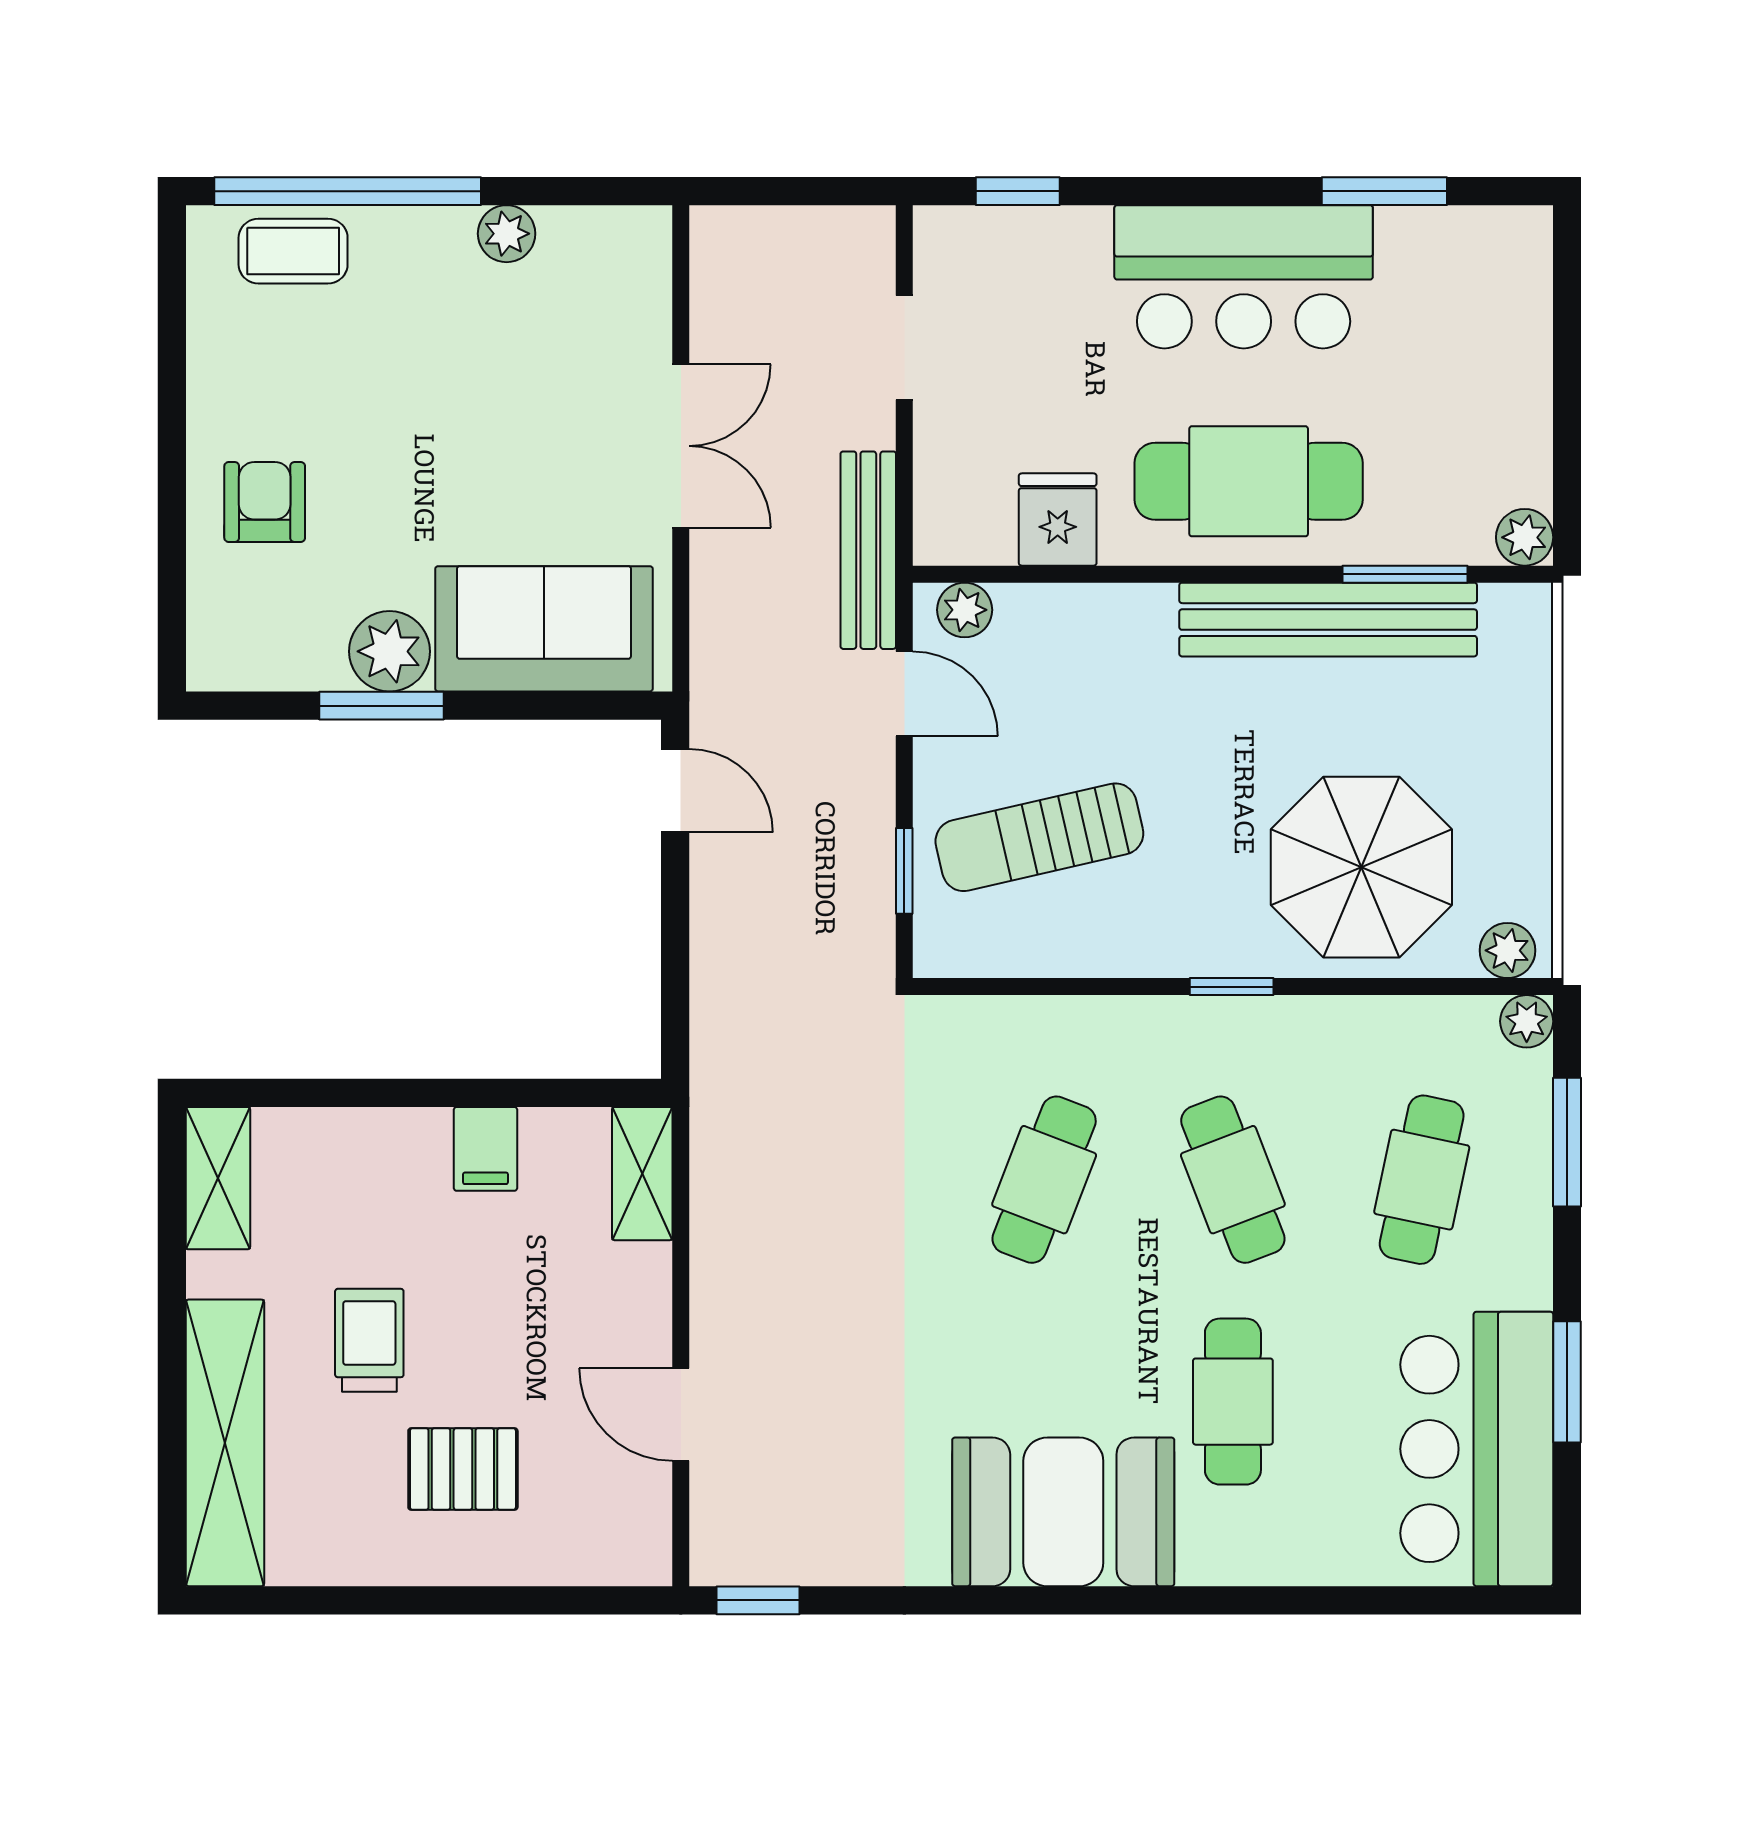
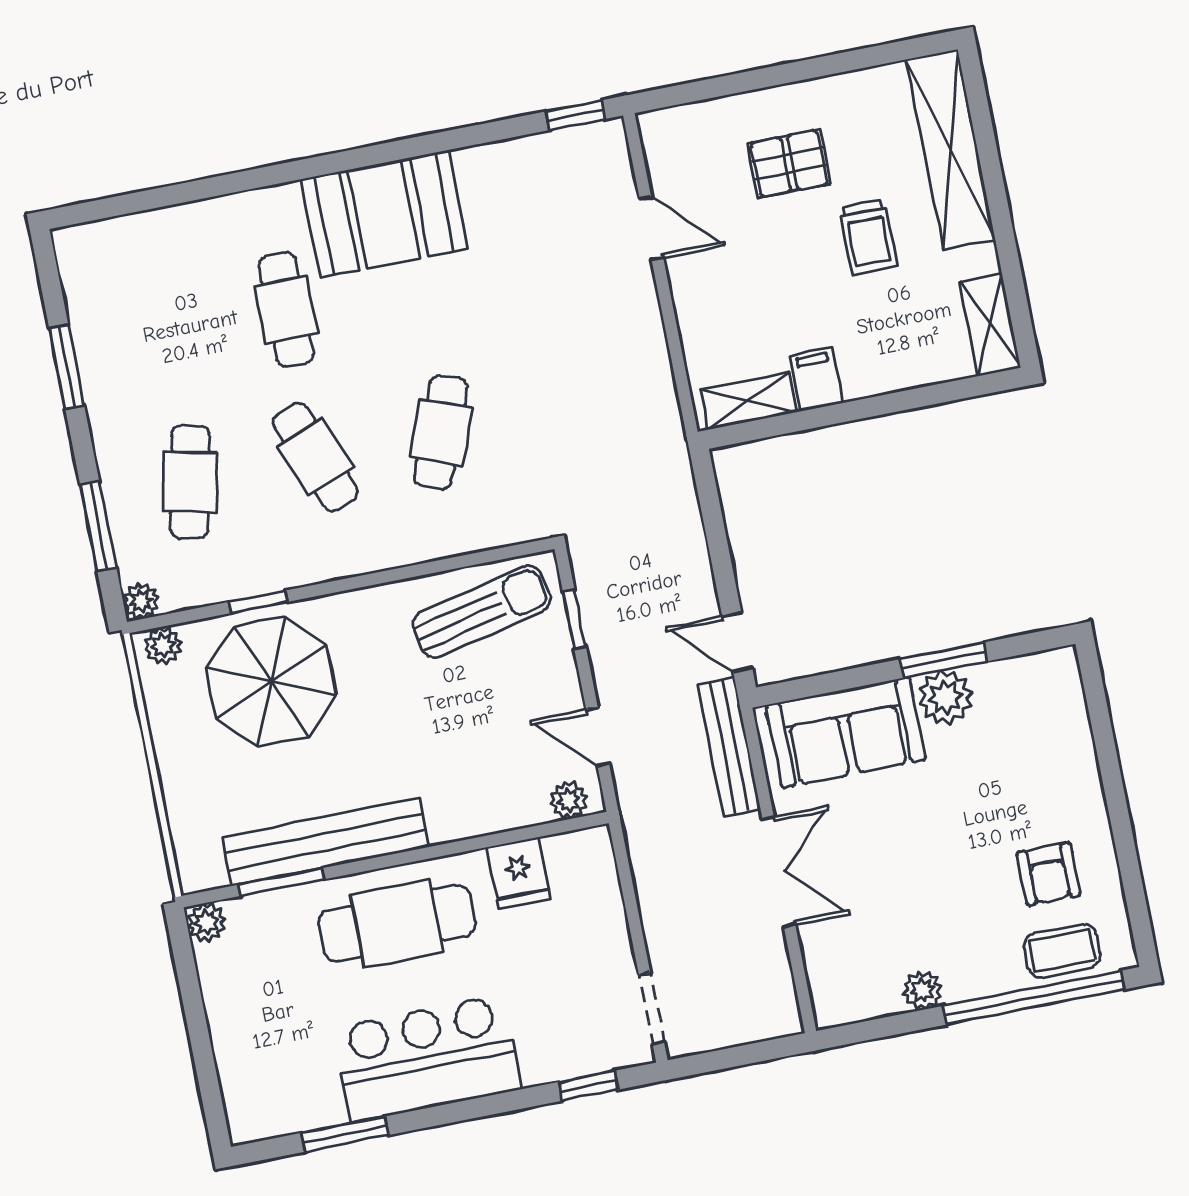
doorway: (904, 348) -> (651, 1009), moved
double door: (681, 446) -> (779, 872), swing flipped
armchair: (265, 502) -> (1048, 874), moved
bench: (868, 550) -> (729, 747), moved
sun lounger: (1039, 837) -> (482, 612), moved
window: (1232, 987) -> (258, 602), moved
shelving: (642, 1174) -> (749, 401), moved, turned 90
bar counter: (1477, 1449) -> (118, 310), removed

